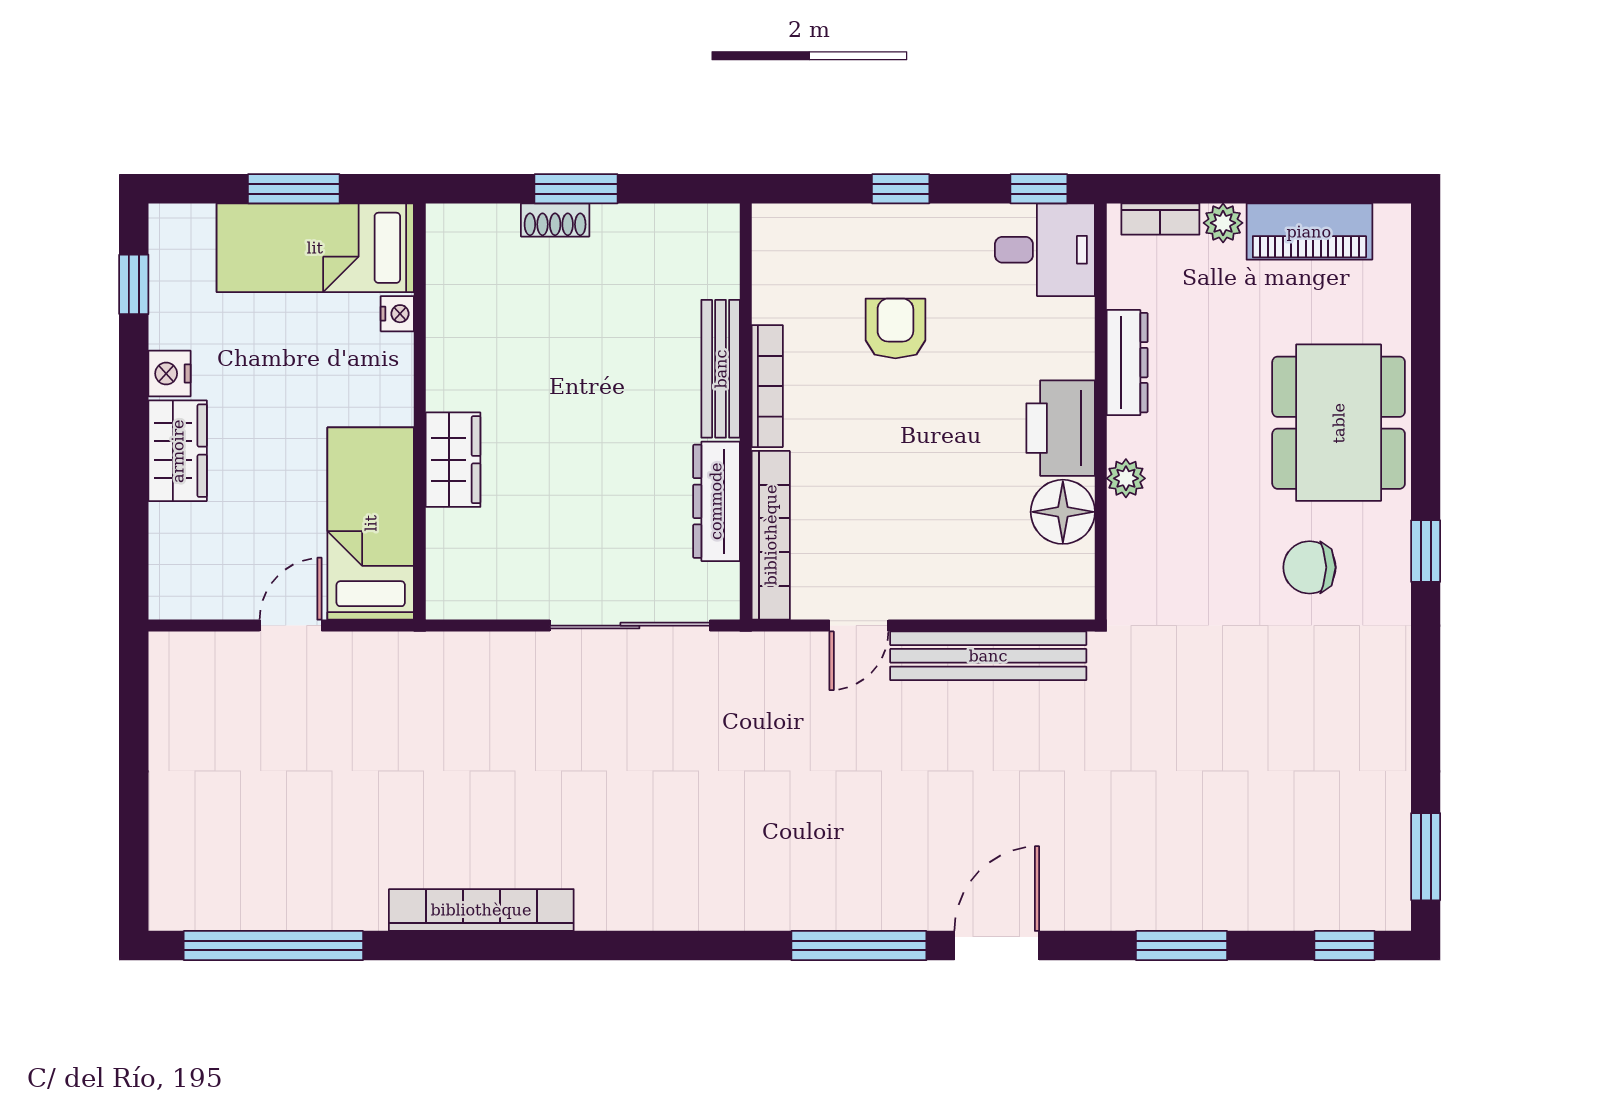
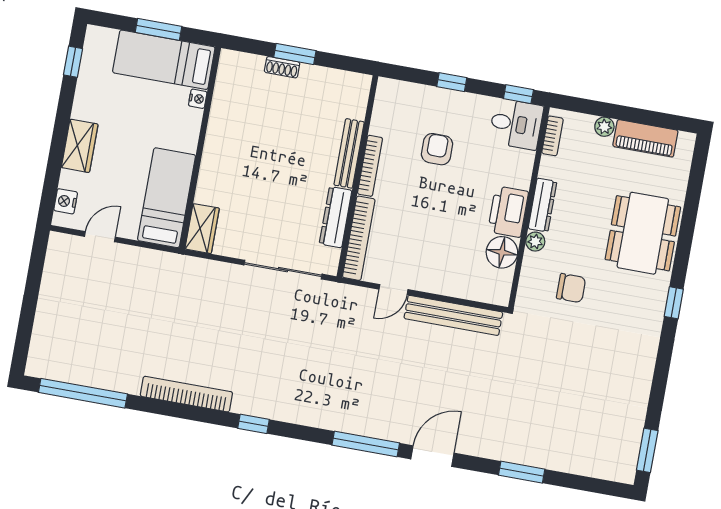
bookcase: (1160, 219) -> (552, 136), moved, turned -90
dresser: (1127, 363) -> (542, 205), moved
nightstand: (169, 374) -> (66, 201), moved
wardrobe: (453, 460) -> (202, 229), moved
chair: (1310, 567) -> (571, 288), moved, turned 180
door: (291, 626) -> (100, 237), moved
window: (1345, 946) -> (254, 424), moved

